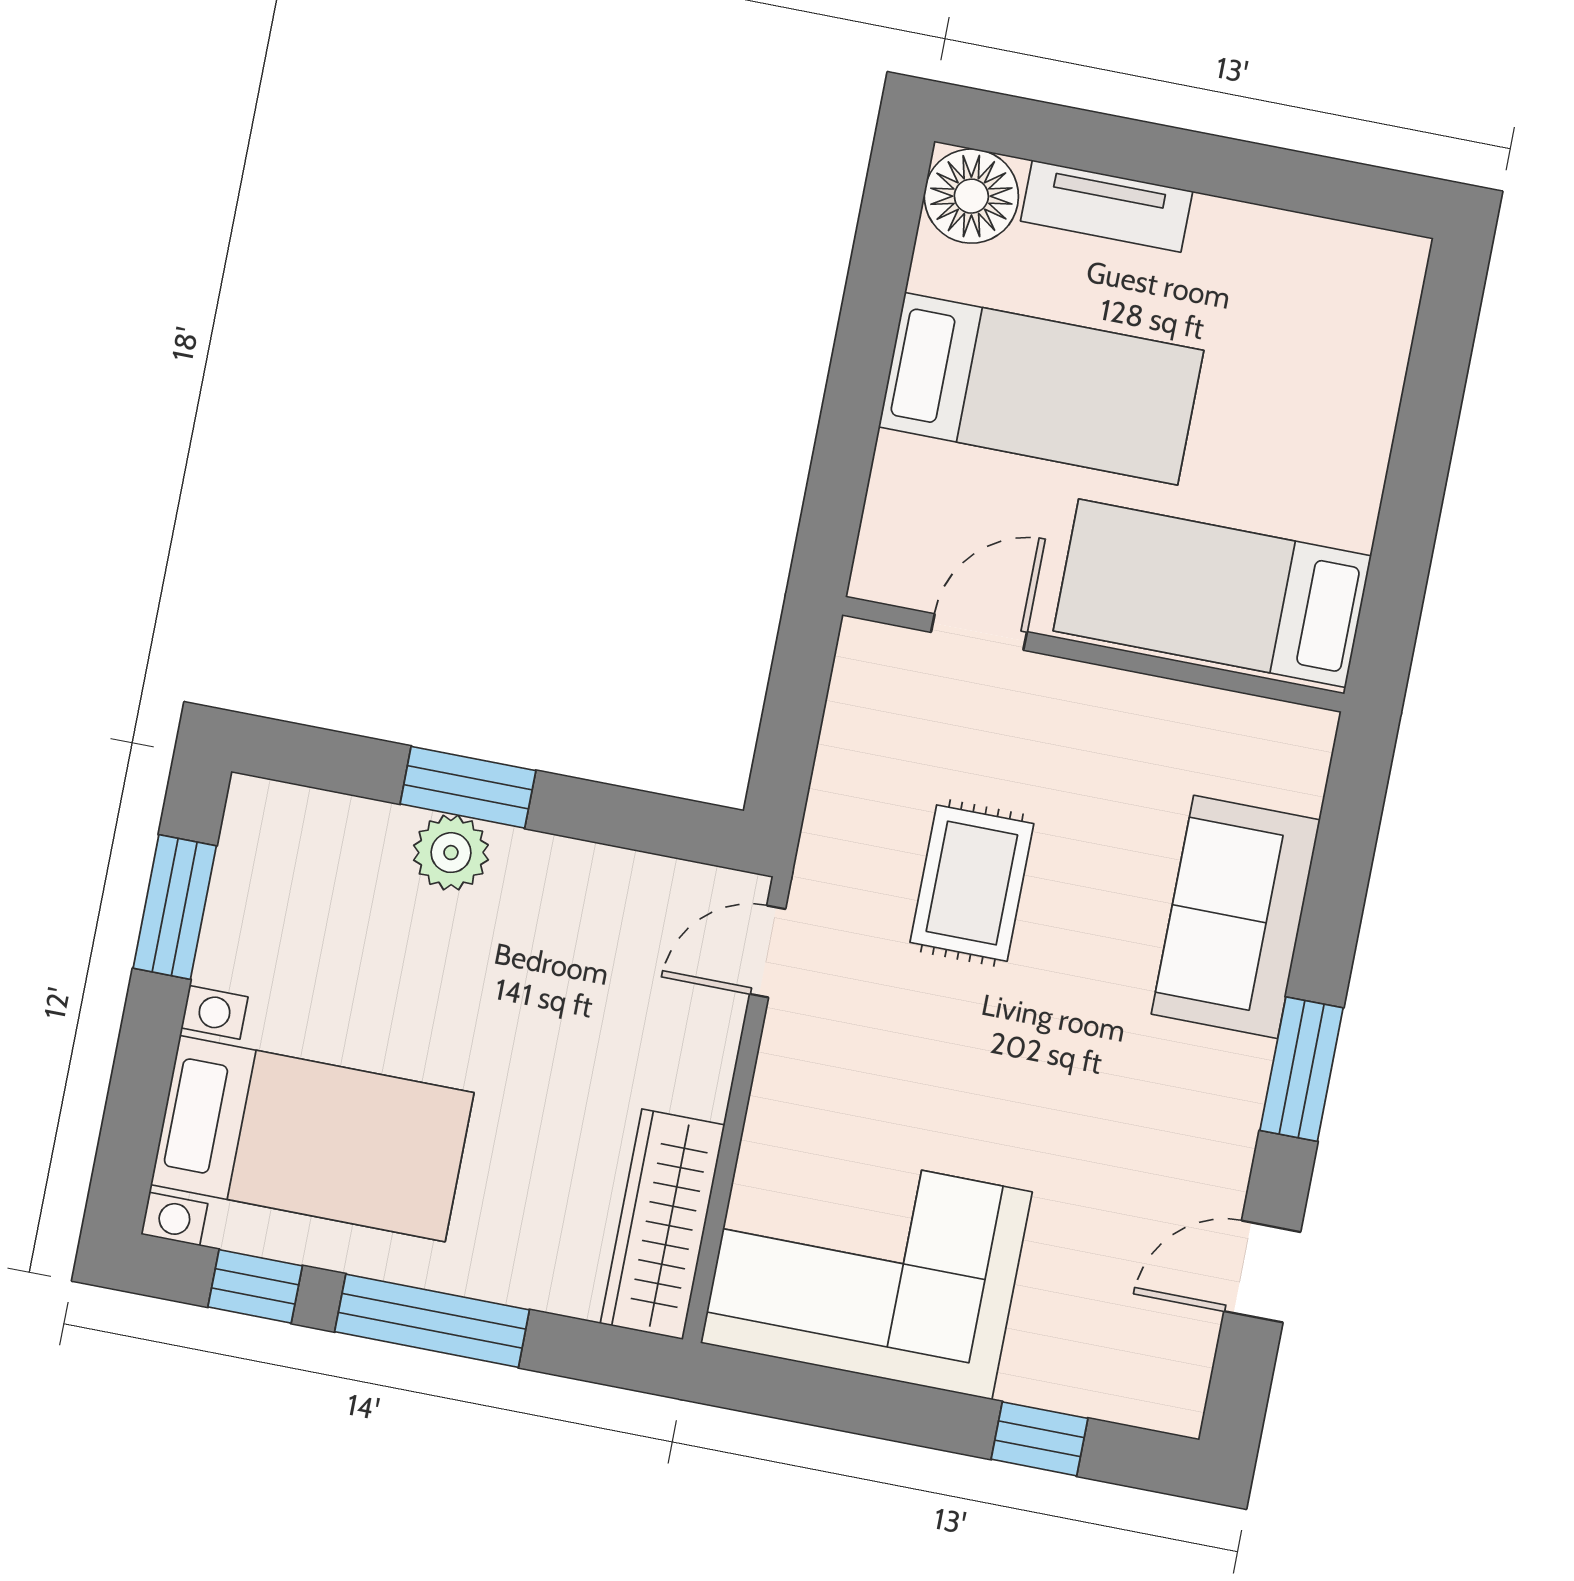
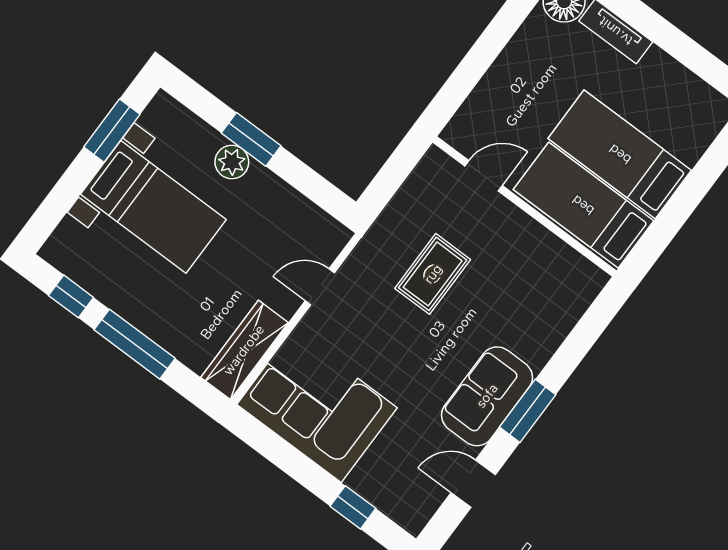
bed: (1041, 389) -> (620, 154), moved, turned 180
sofa: (1236, 917) -> (487, 396), moved
door: (768, 951) -> (320, 287), moved
bed with nightstands: (312, 1139) -> (153, 207), moved

